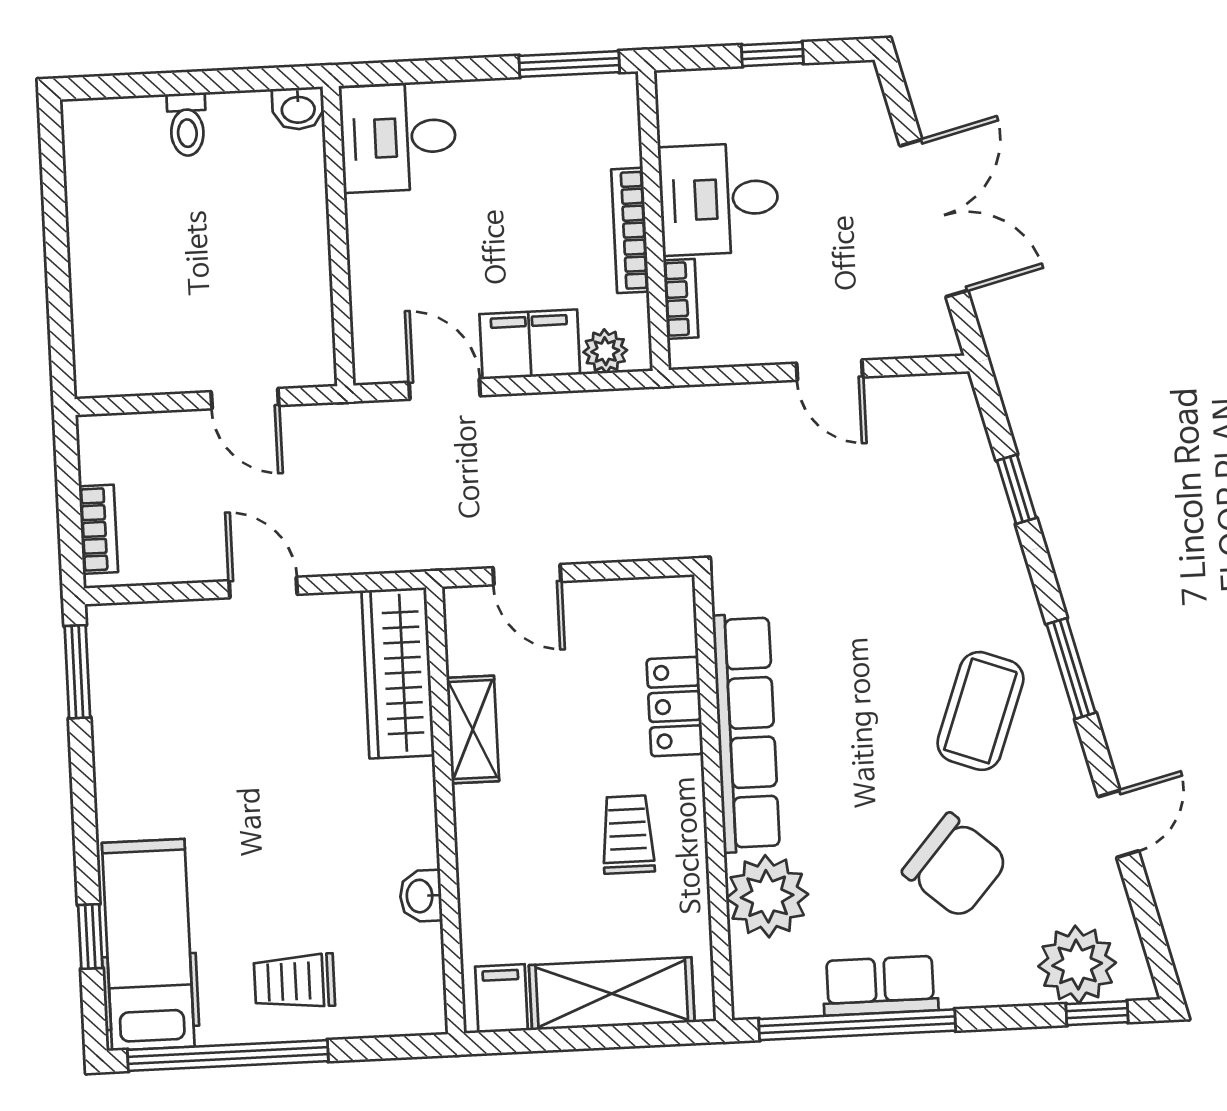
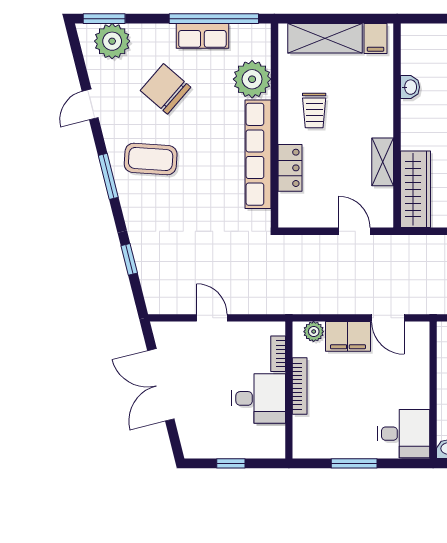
window: (569, 64) -> (354, 463), moved
coffee table: (980, 711) -> (151, 159), turned 74
window: (1097, 1013) -> (104, 19), width x1.50

